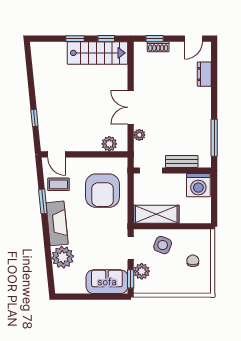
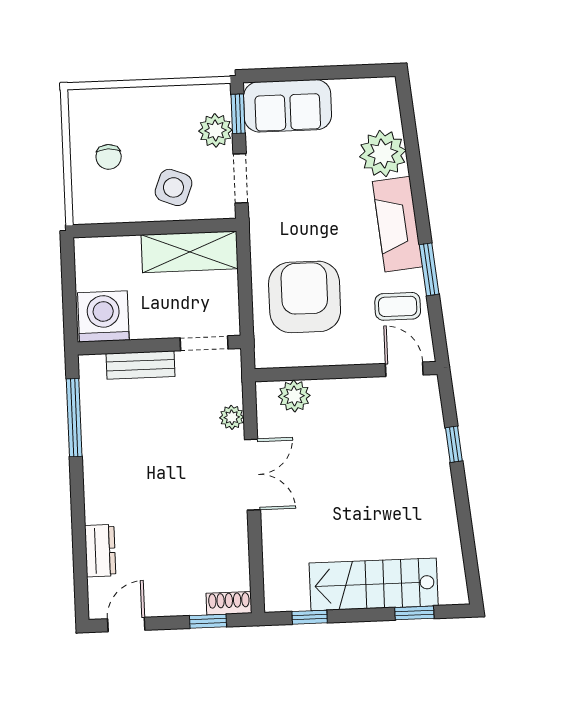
window: (75, 39) -> (414, 613), moved
shoe rack: (158, 47) -> (229, 603), moved
stairs: (97, 53) -> (374, 584), moved

